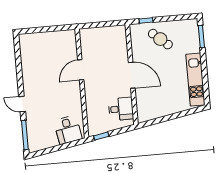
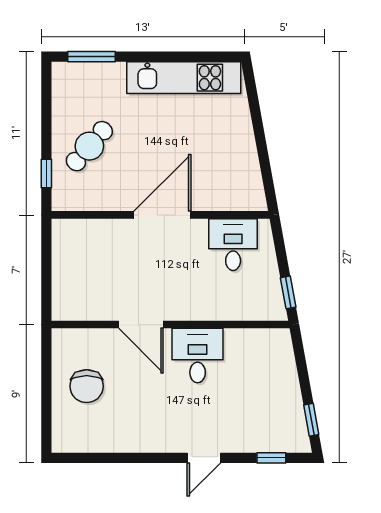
chair: (50, 47) -> (87, 386), added
desk: (68, 130) -> (198, 356), moved, turned -80
window: (25, 135) -> (271, 458), width x0.46
window: (44, 152) -> (311, 420), added

